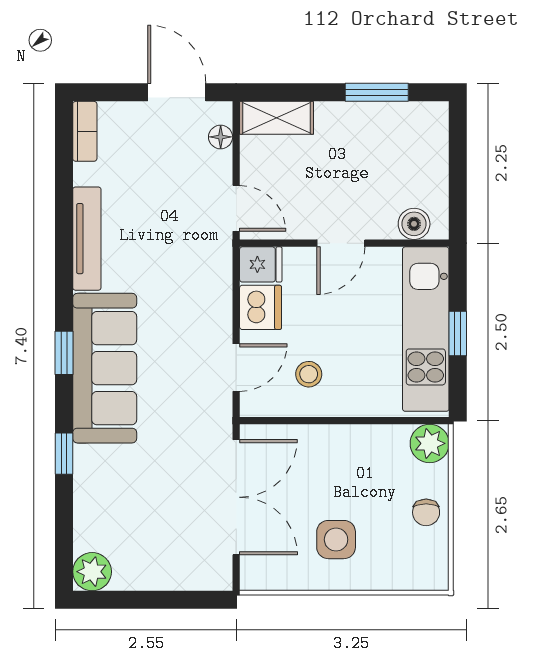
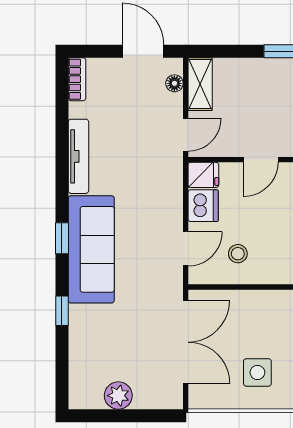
shelving: (276, 118) -> (200, 84), moved, turned 90
door: (236, 208) -> (186, 135), hinge flipped
plant: (92, 572) -> (118, 396), moved

